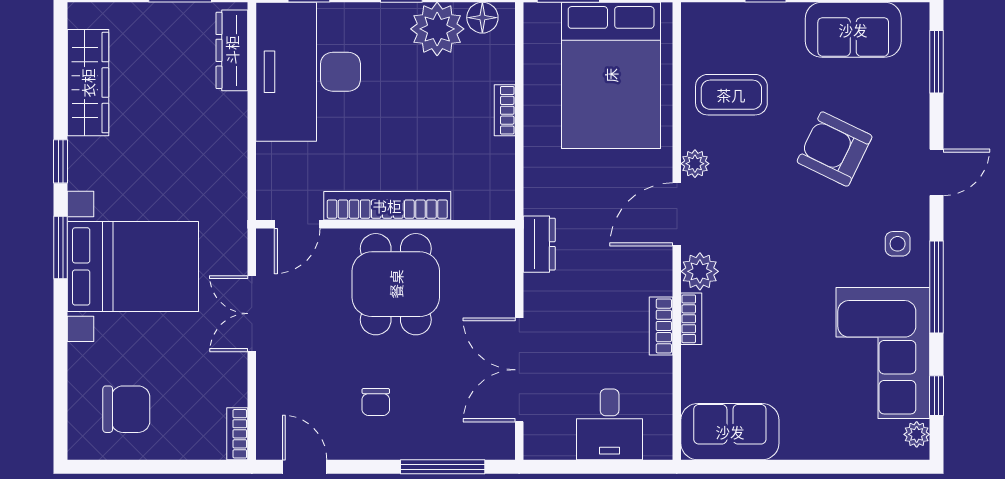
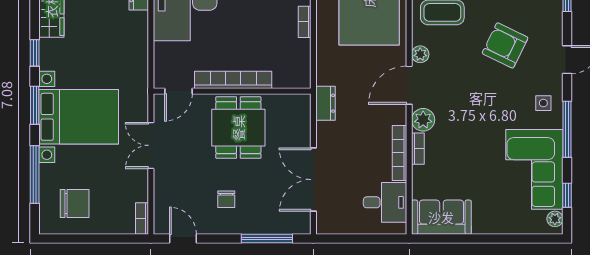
bookcase: (661, 326) -> (400, 153), width x1.56
window: (61, 362) -> (35, 175), added
desk: (610, 424) -> (385, 202), moved, turned -90

